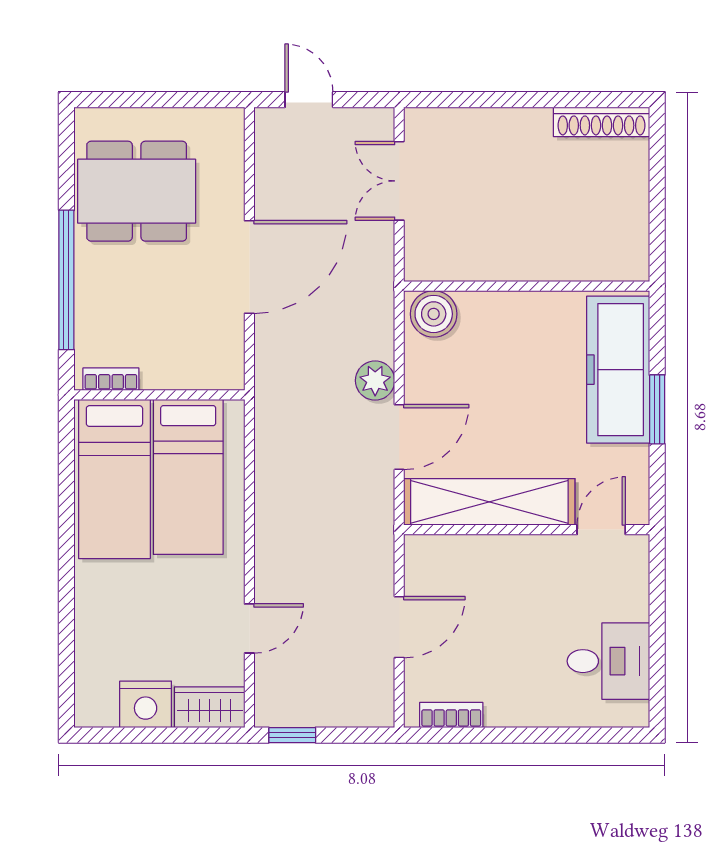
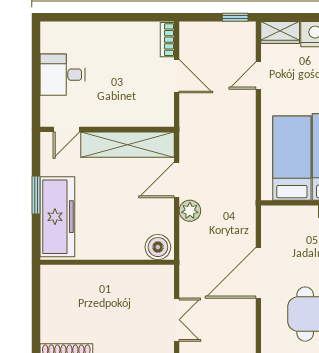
door: (399, 627) -> (177, 76), swing flipped
desk: (608, 661) -> (63, 75), moved
bookcase: (451, 715) -> (167, 40), moved, turned 90

